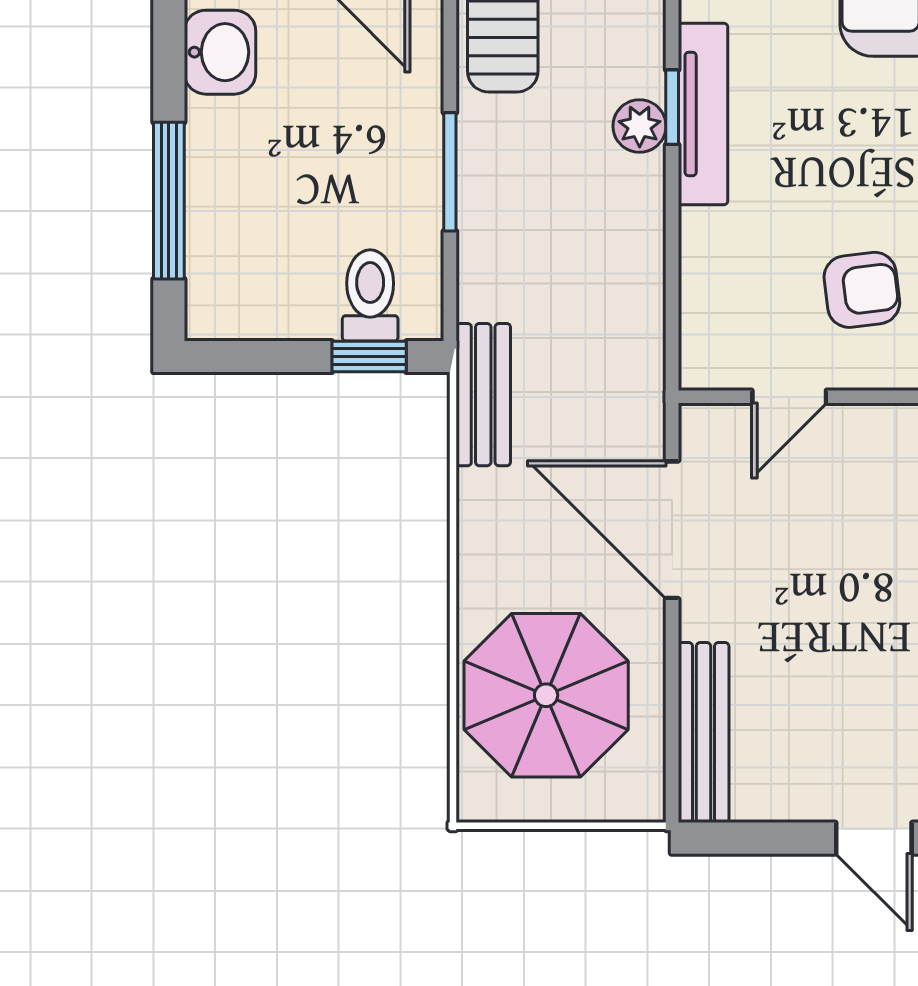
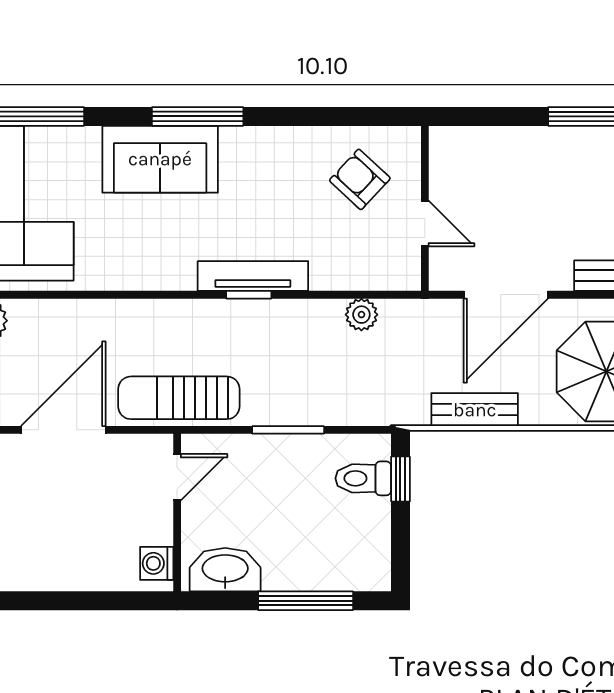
washbasin: (220, 52) -> (225, 570), width x1.38
plant: (640, 126) -> (361, 315), moved
armchair: (862, 290) -> (360, 179), turned -40
bench: (483, 395) -> (475, 410), moved

